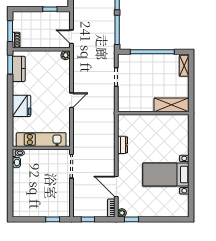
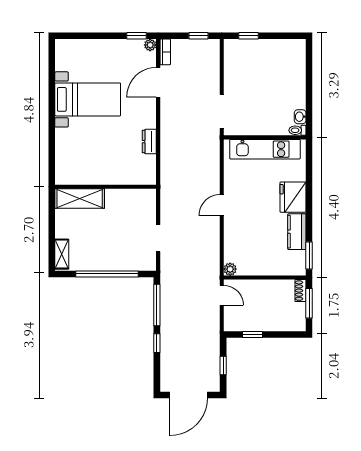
kitchen counter: (19, 69) -> (297, 232), moved
door: (116, 187) -> (158, 82), swing flipped

